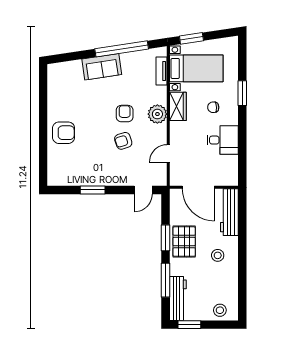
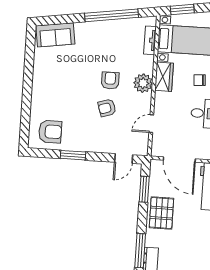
sofa: (102, 67) -> (55, 35), moved
armchair: (64, 133) -> (50, 132), moved
window: (166, 238) -> (144, 189), moved
stool: (218, 255) -> (194, 229), removed

